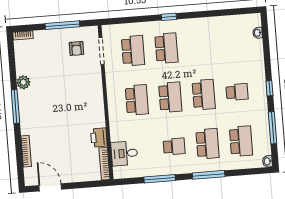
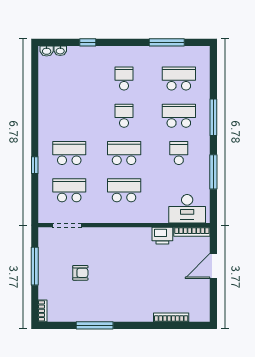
window: (169, 17) -> (35, 165), moved
armchair: (76, 48) -> (80, 273), moved
plant: (23, 82) -> (95, 314), removed
window: (269, 88) -> (88, 42), moved
school desk: (204, 95) -> (124, 116), width x0.54
window: (15, 106) -> (95, 325), moved
desk: (124, 153) -> (187, 209), width x1.37
washbasin: (267, 161) -> (47, 51), moved
door: (50, 187) -> (213, 266), moved

